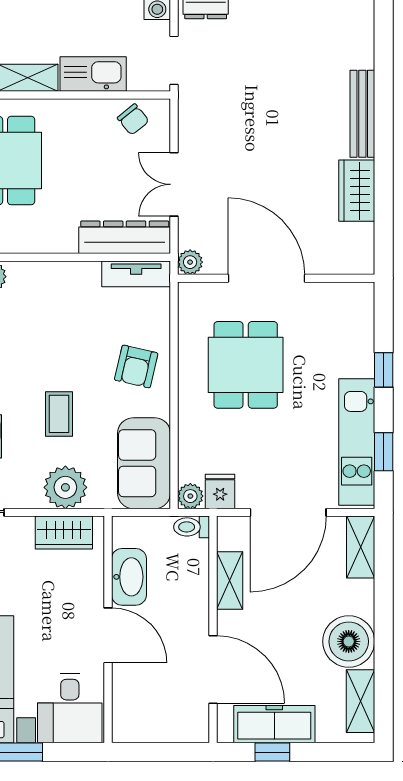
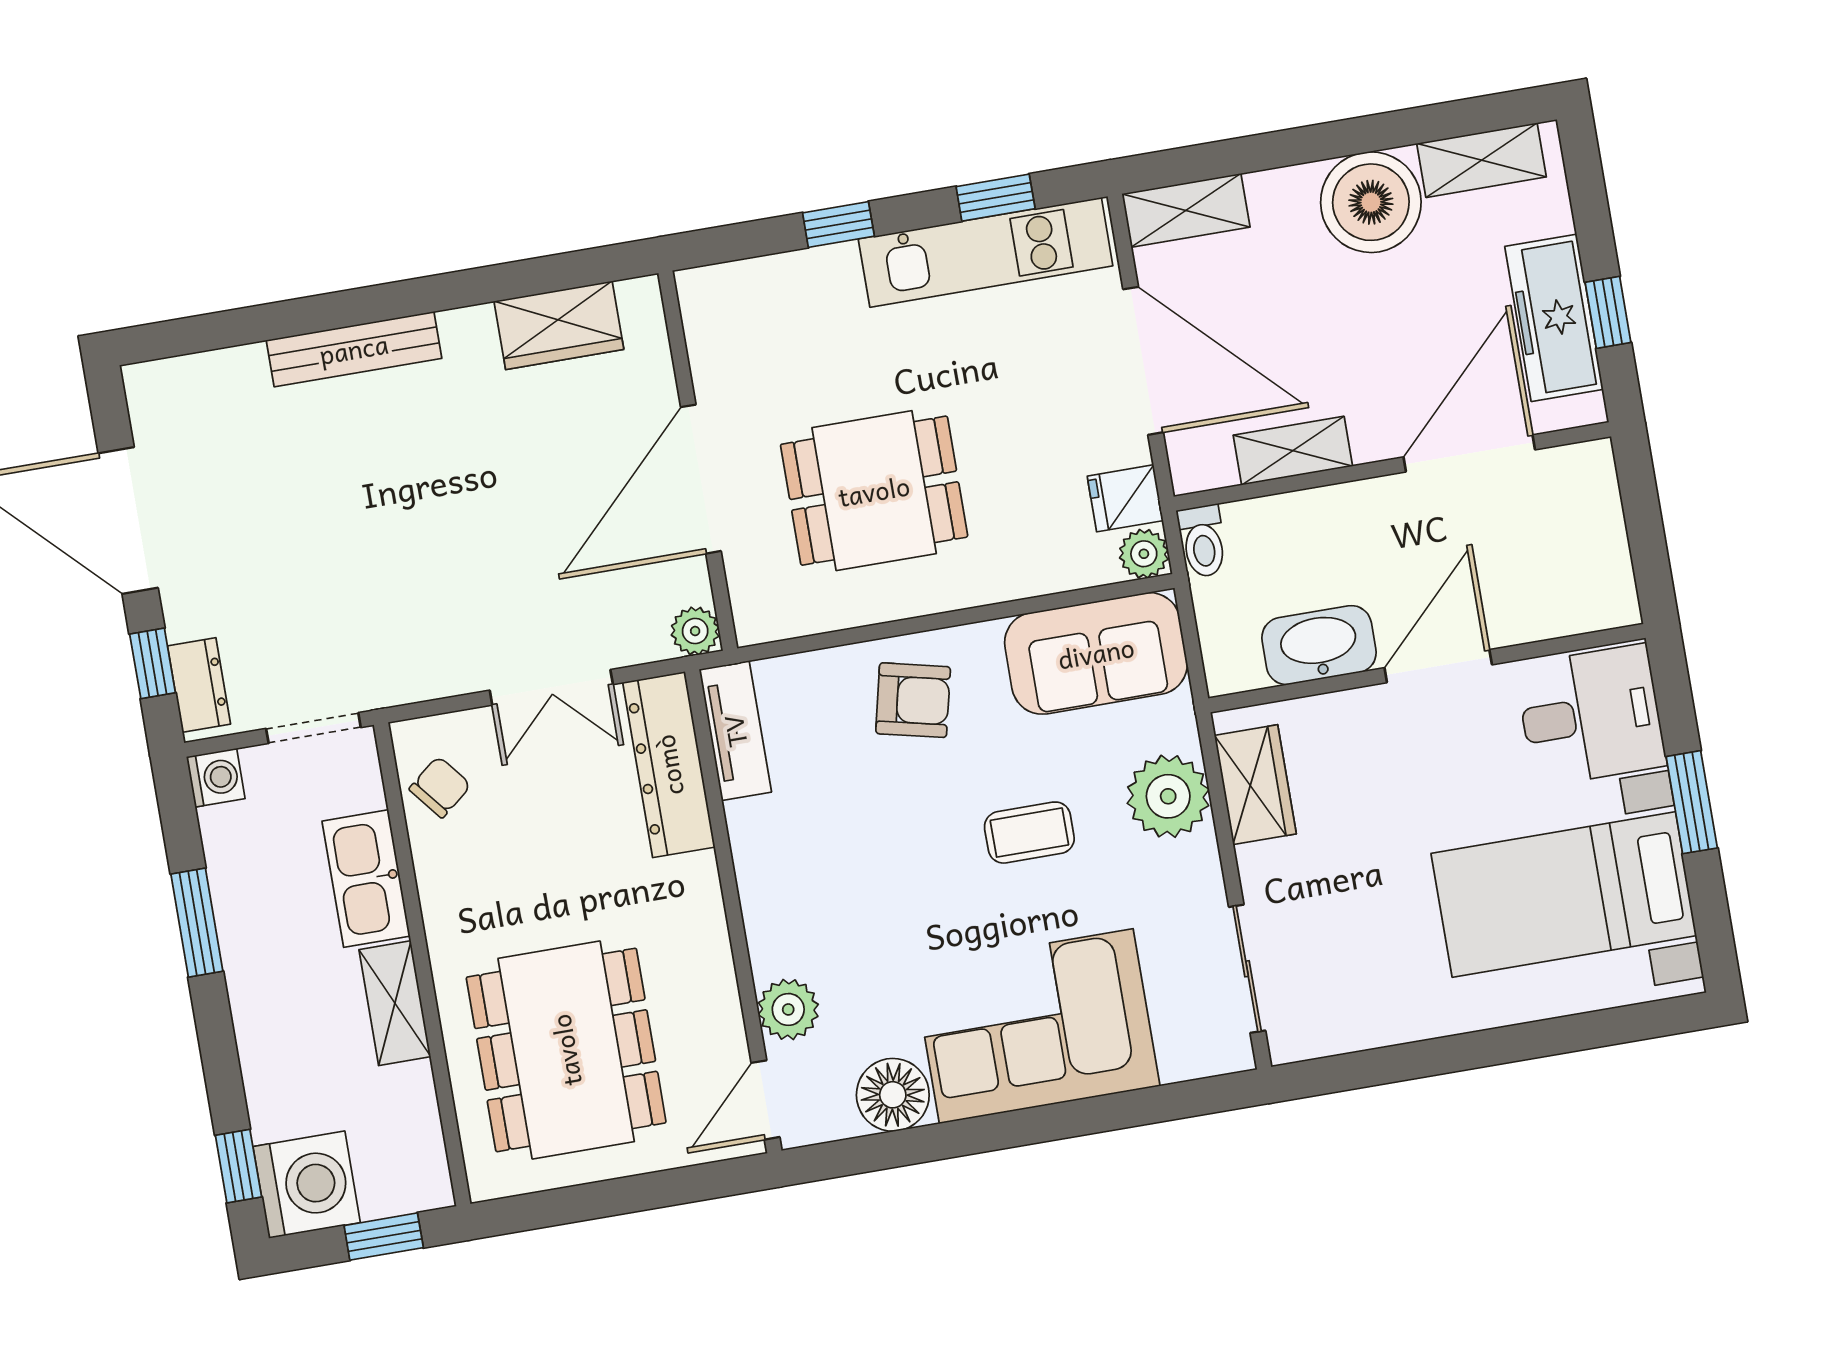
wardrobe: (357, 191) -> (559, 325), moved

